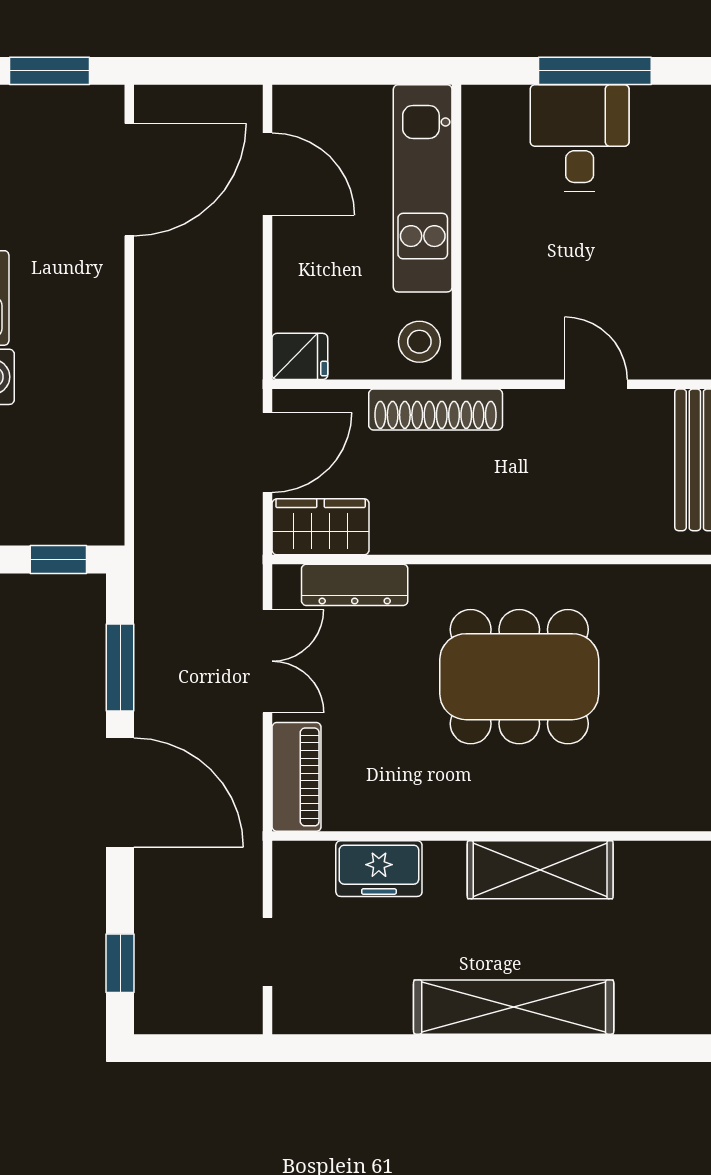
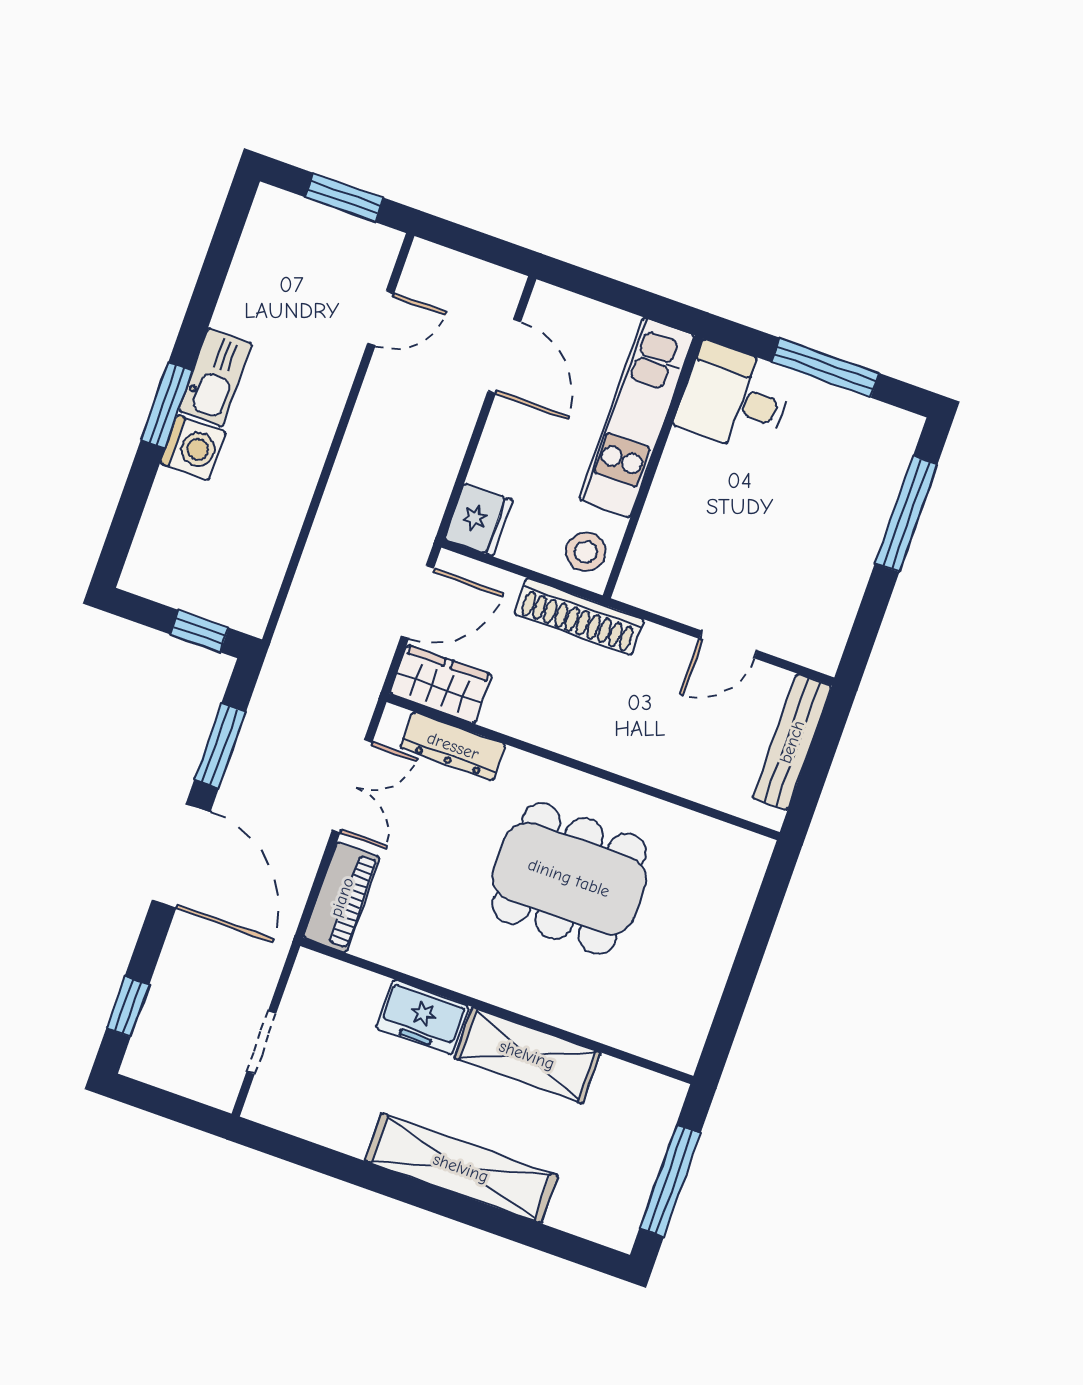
desk: (580, 138) -> (734, 398), moved, turned -90
door: (129, 180) -> (381, 318), width x0.53
fridge: (300, 356) -> (479, 520), width x1.38
door: (596, 384) -> (728, 645), swing flipped
freezer: (379, 869) -> (422, 1017), moved

